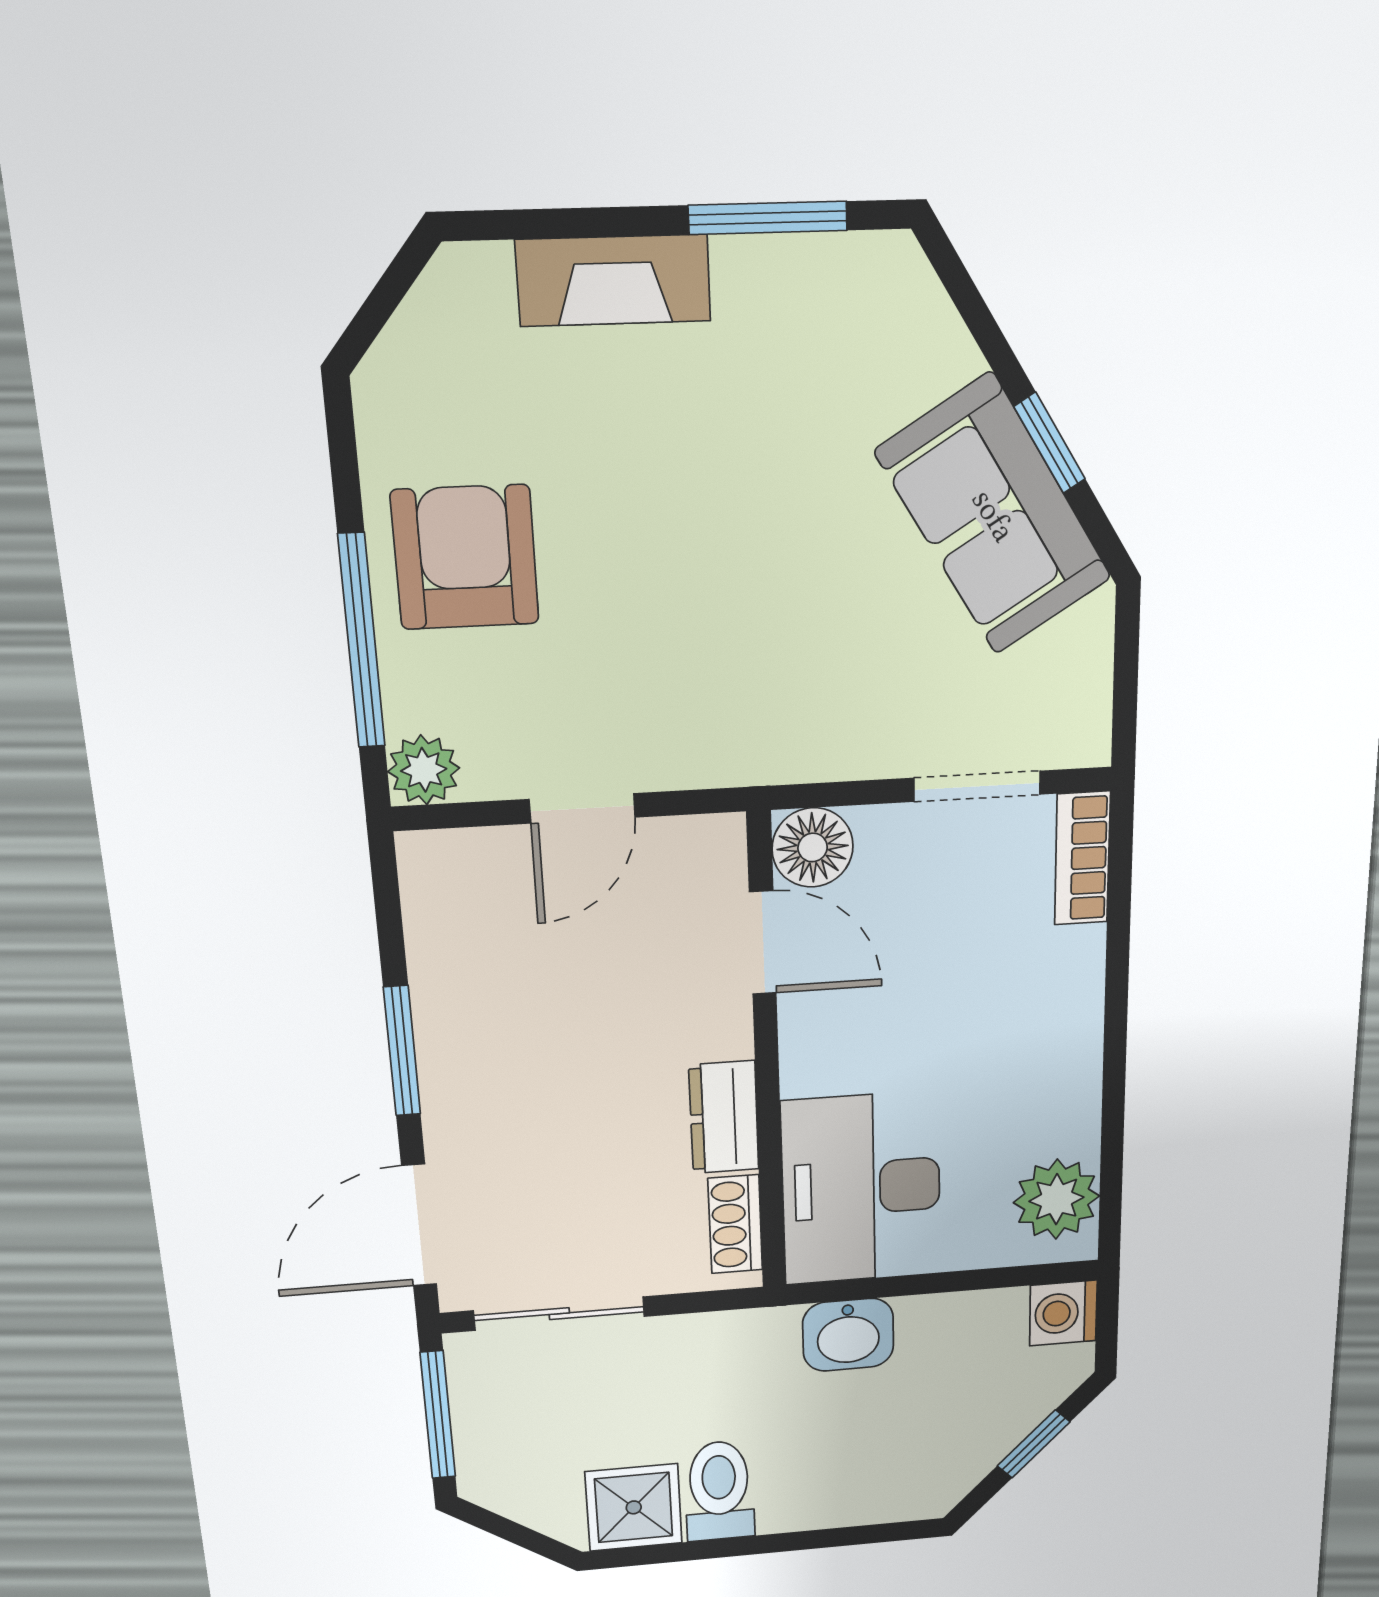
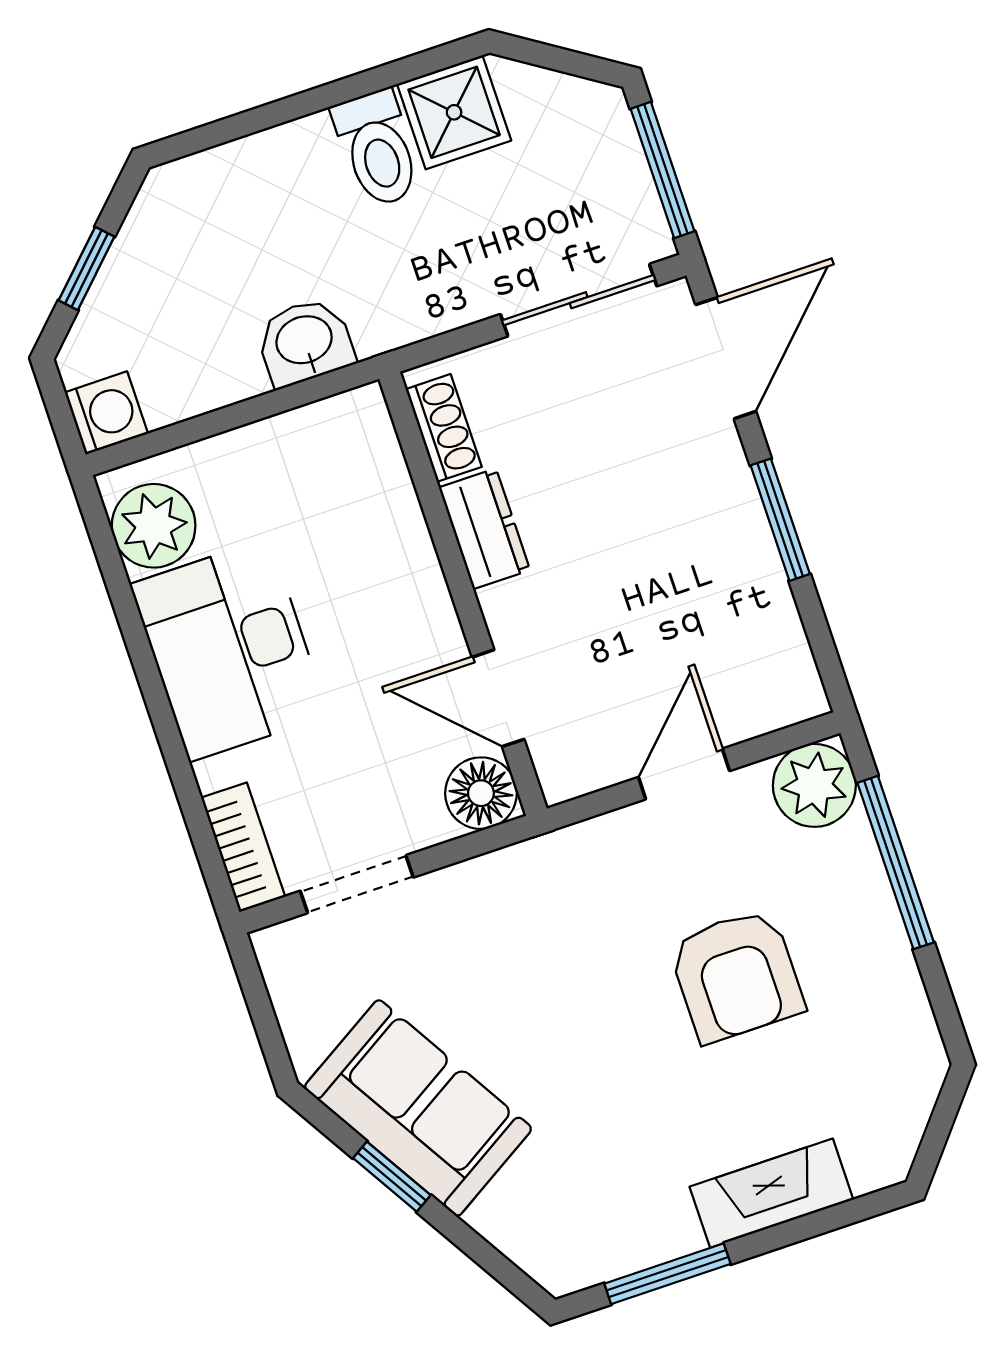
armchair: (465, 557) -> (736, 976), moved
plant: (424, 770) -> (814, 785), width x1.38, depth x1.38
desk: (861, 1188) -> (229, 650), moved, turned 180

